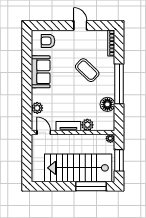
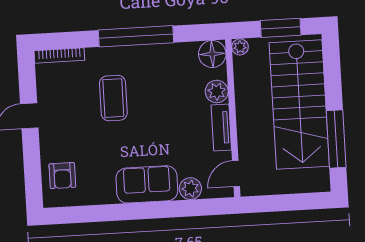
coffee table: (87, 70) -> (113, 98), turned -44
sofa: (41, 72) -> (147, 184), moved
floor lamp: (107, 104) -> (212, 54), moved
window: (91, 186) -> (336, 139), moved

